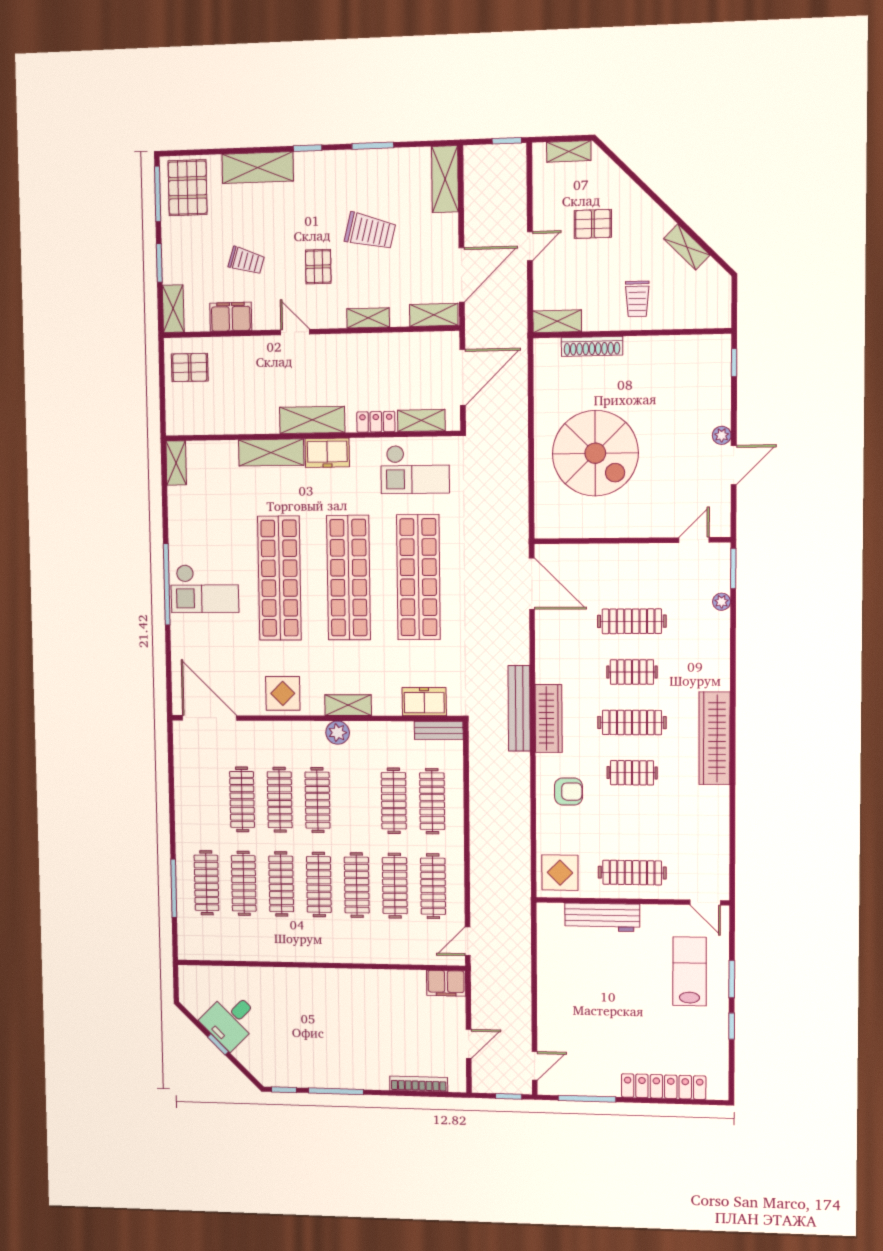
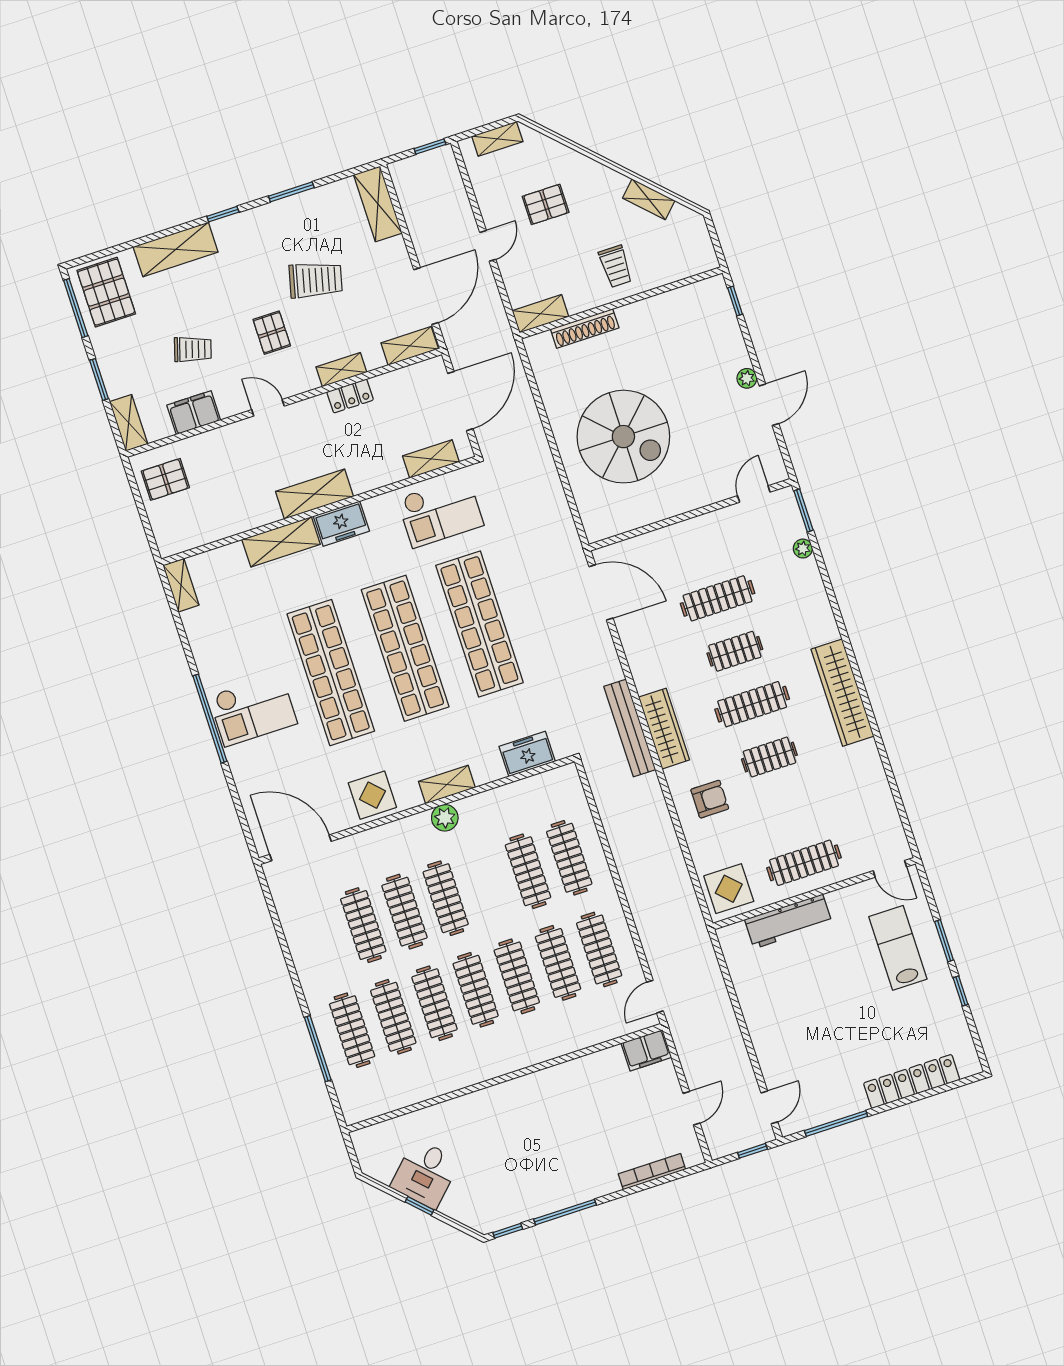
locker: (376, 422) -> (350, 396), moved, turned 180
bench: (439, 730) -> (552, 780), removed

